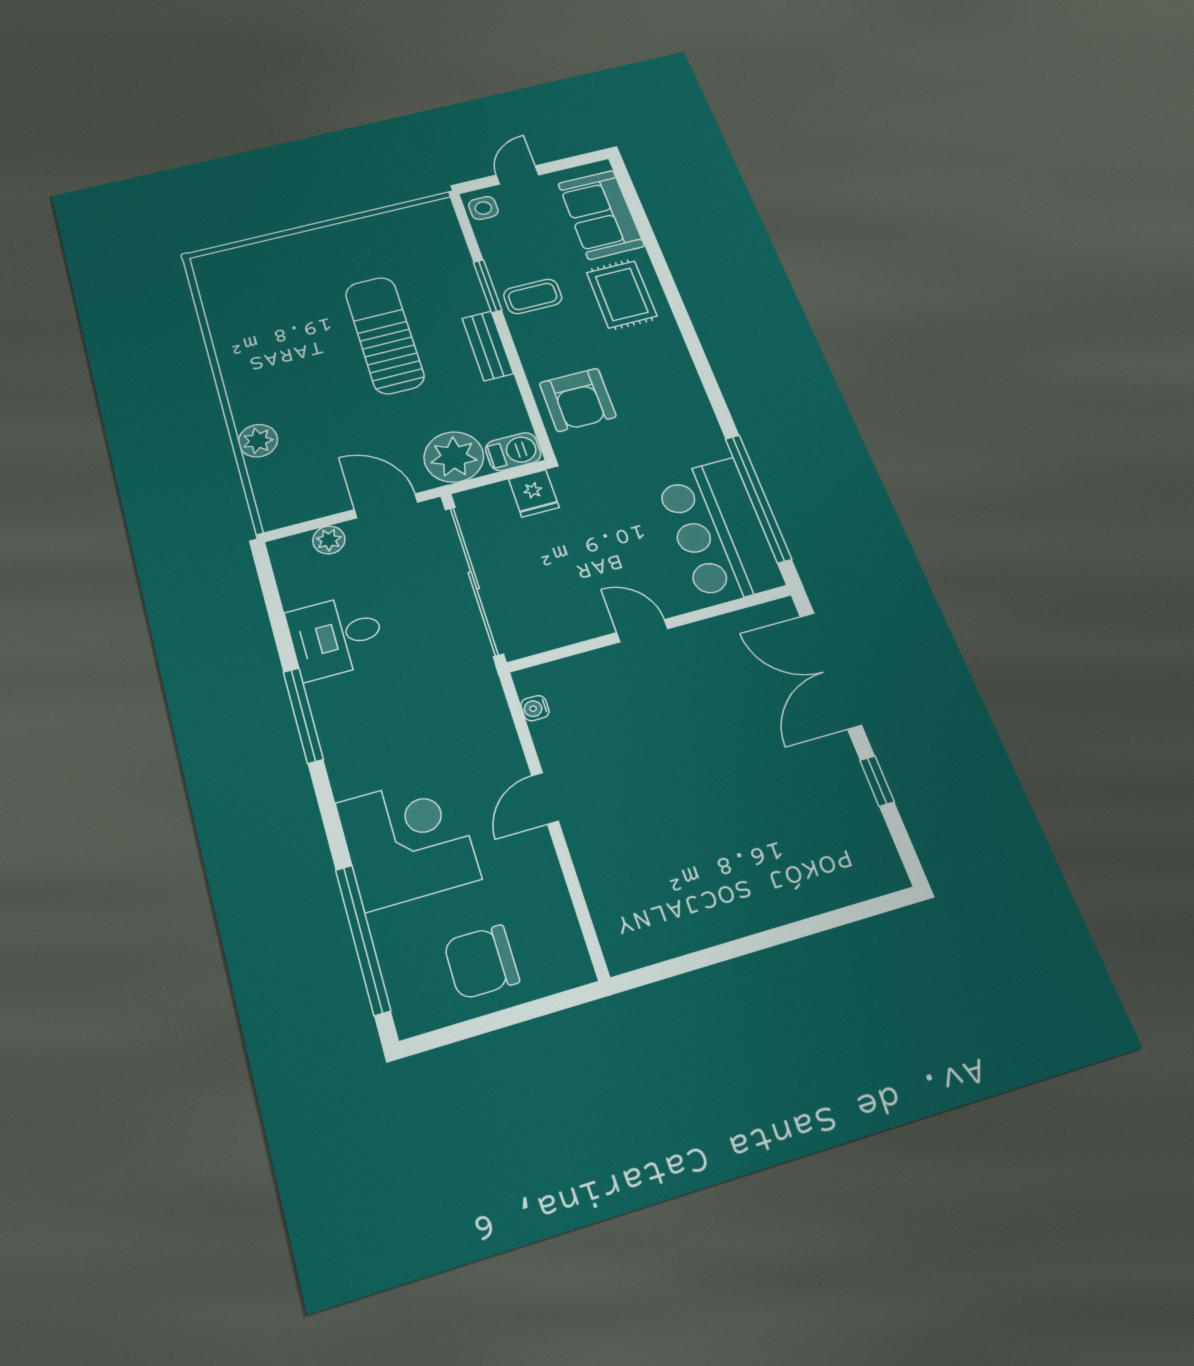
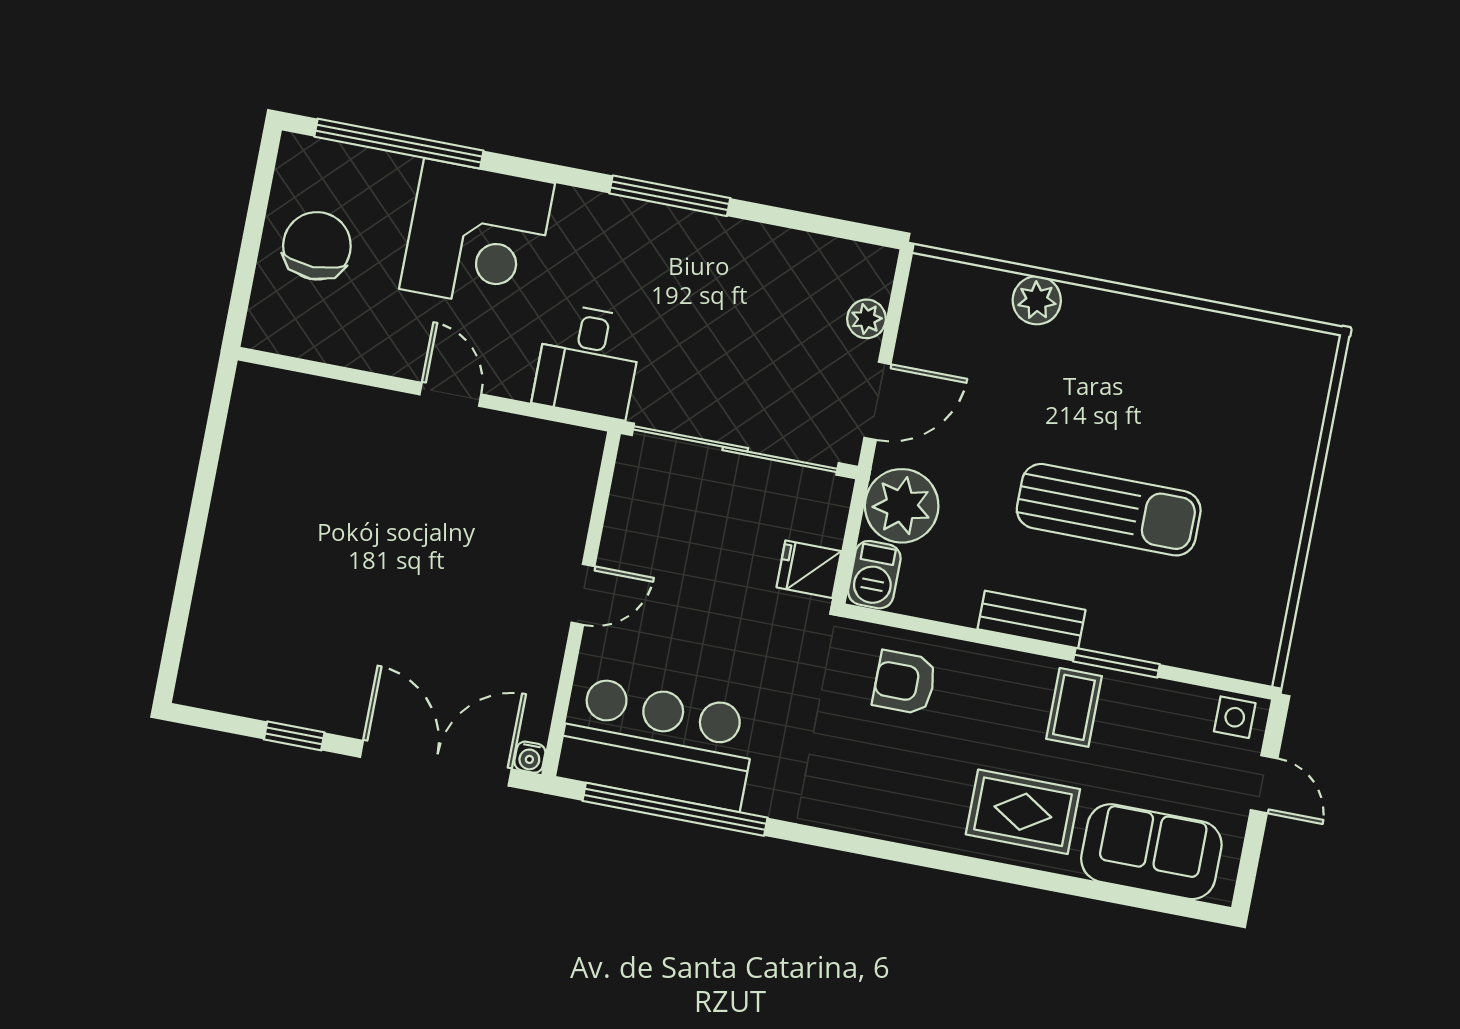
armchair: (578, 400) -> (905, 682), width x0.72, depth x0.72
desk: (336, 636) -> (588, 361), moved, turned 180
water cooler: (535, 708) -> (530, 757), moved, turned 180

